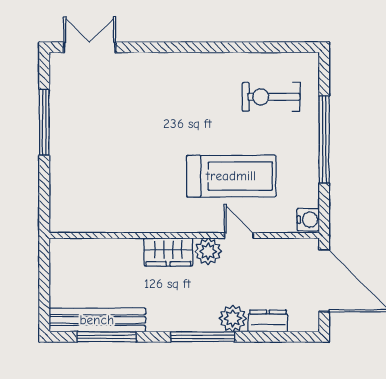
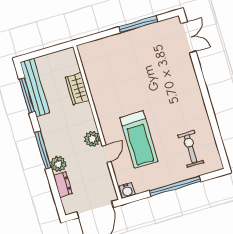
wardrobe: (168, 252) -> (77, 89), moved

